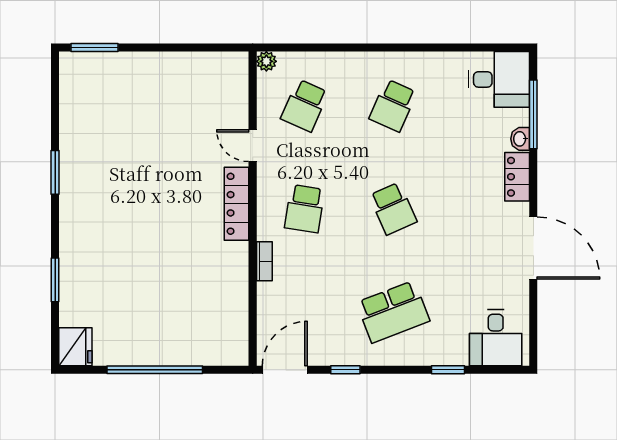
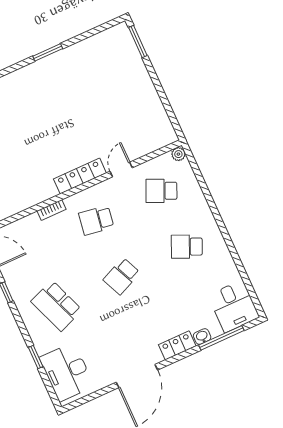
desk: (496, 338) -> (67, 372), width x1.37

